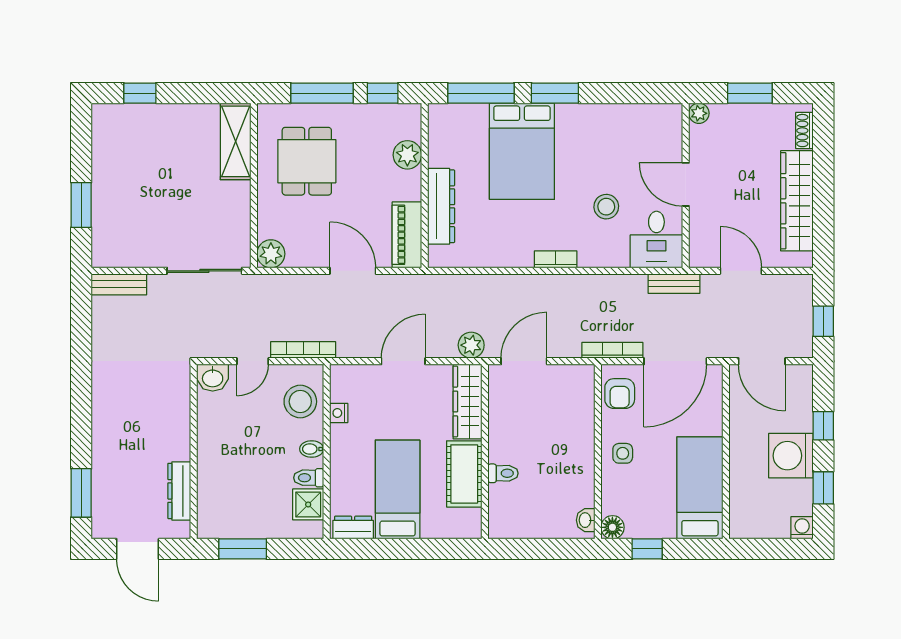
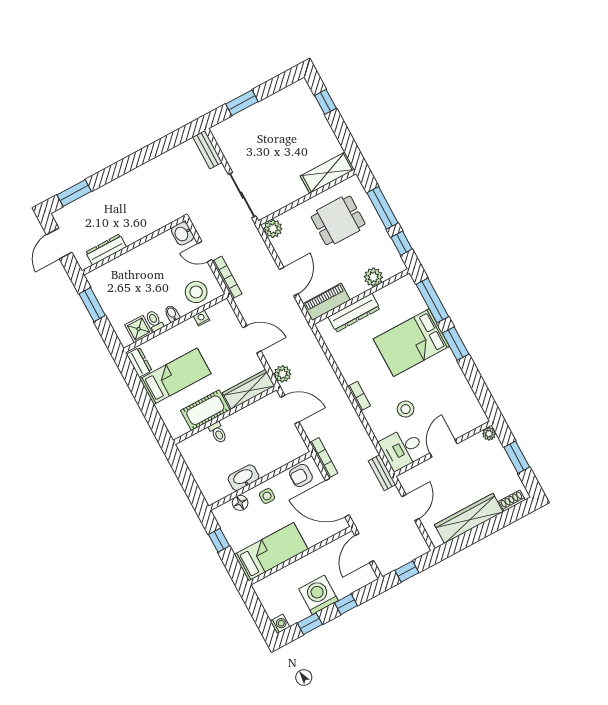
washbasin: (586, 520) -> (243, 478), moved, width x1.91, depth x1.45
floor lamp: (612, 527) -> (240, 503), moved

